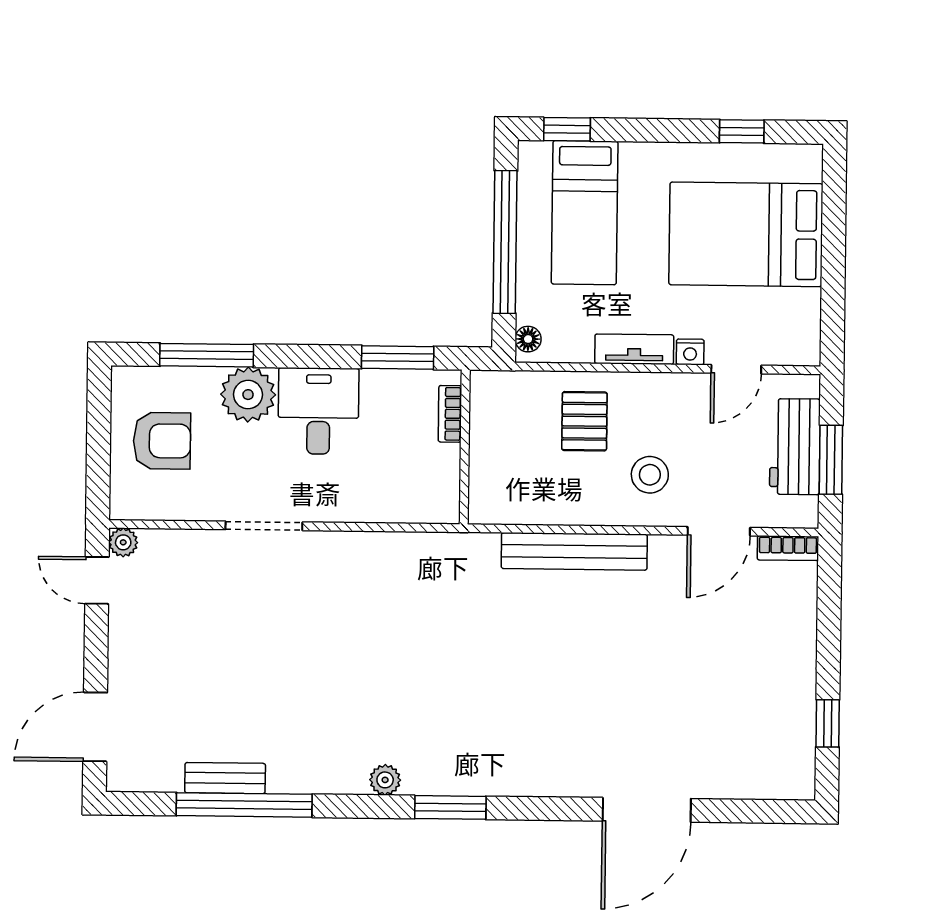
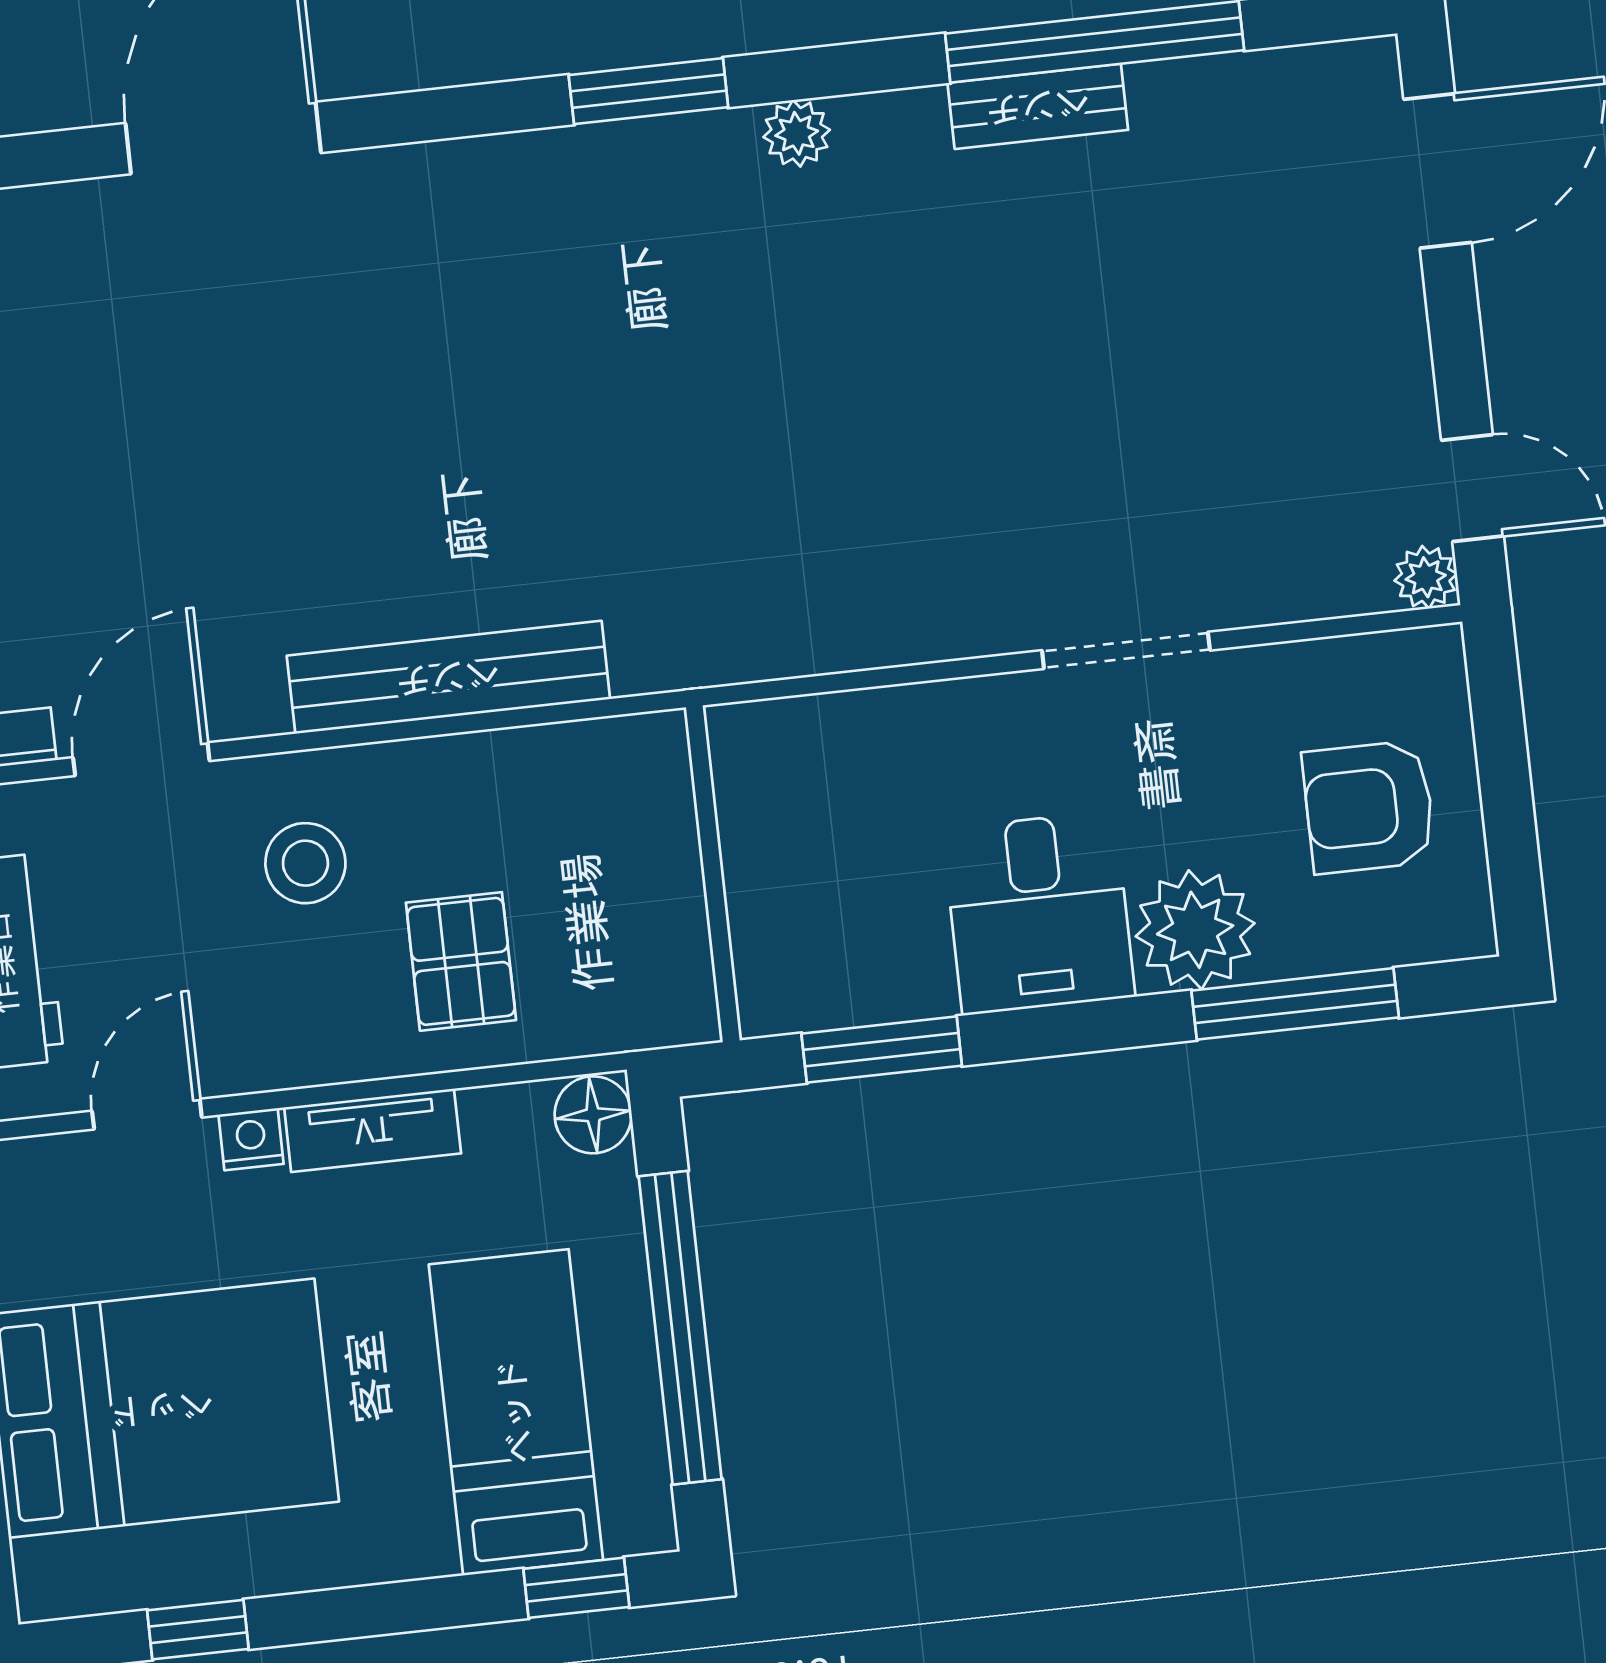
floor lamp: (528, 339) -> (593, 1115), width x1.37, depth x1.37
bookcase: (450, 414) -> (753, 942), removed
bench: (225, 778) -> (1038, 106), moved

